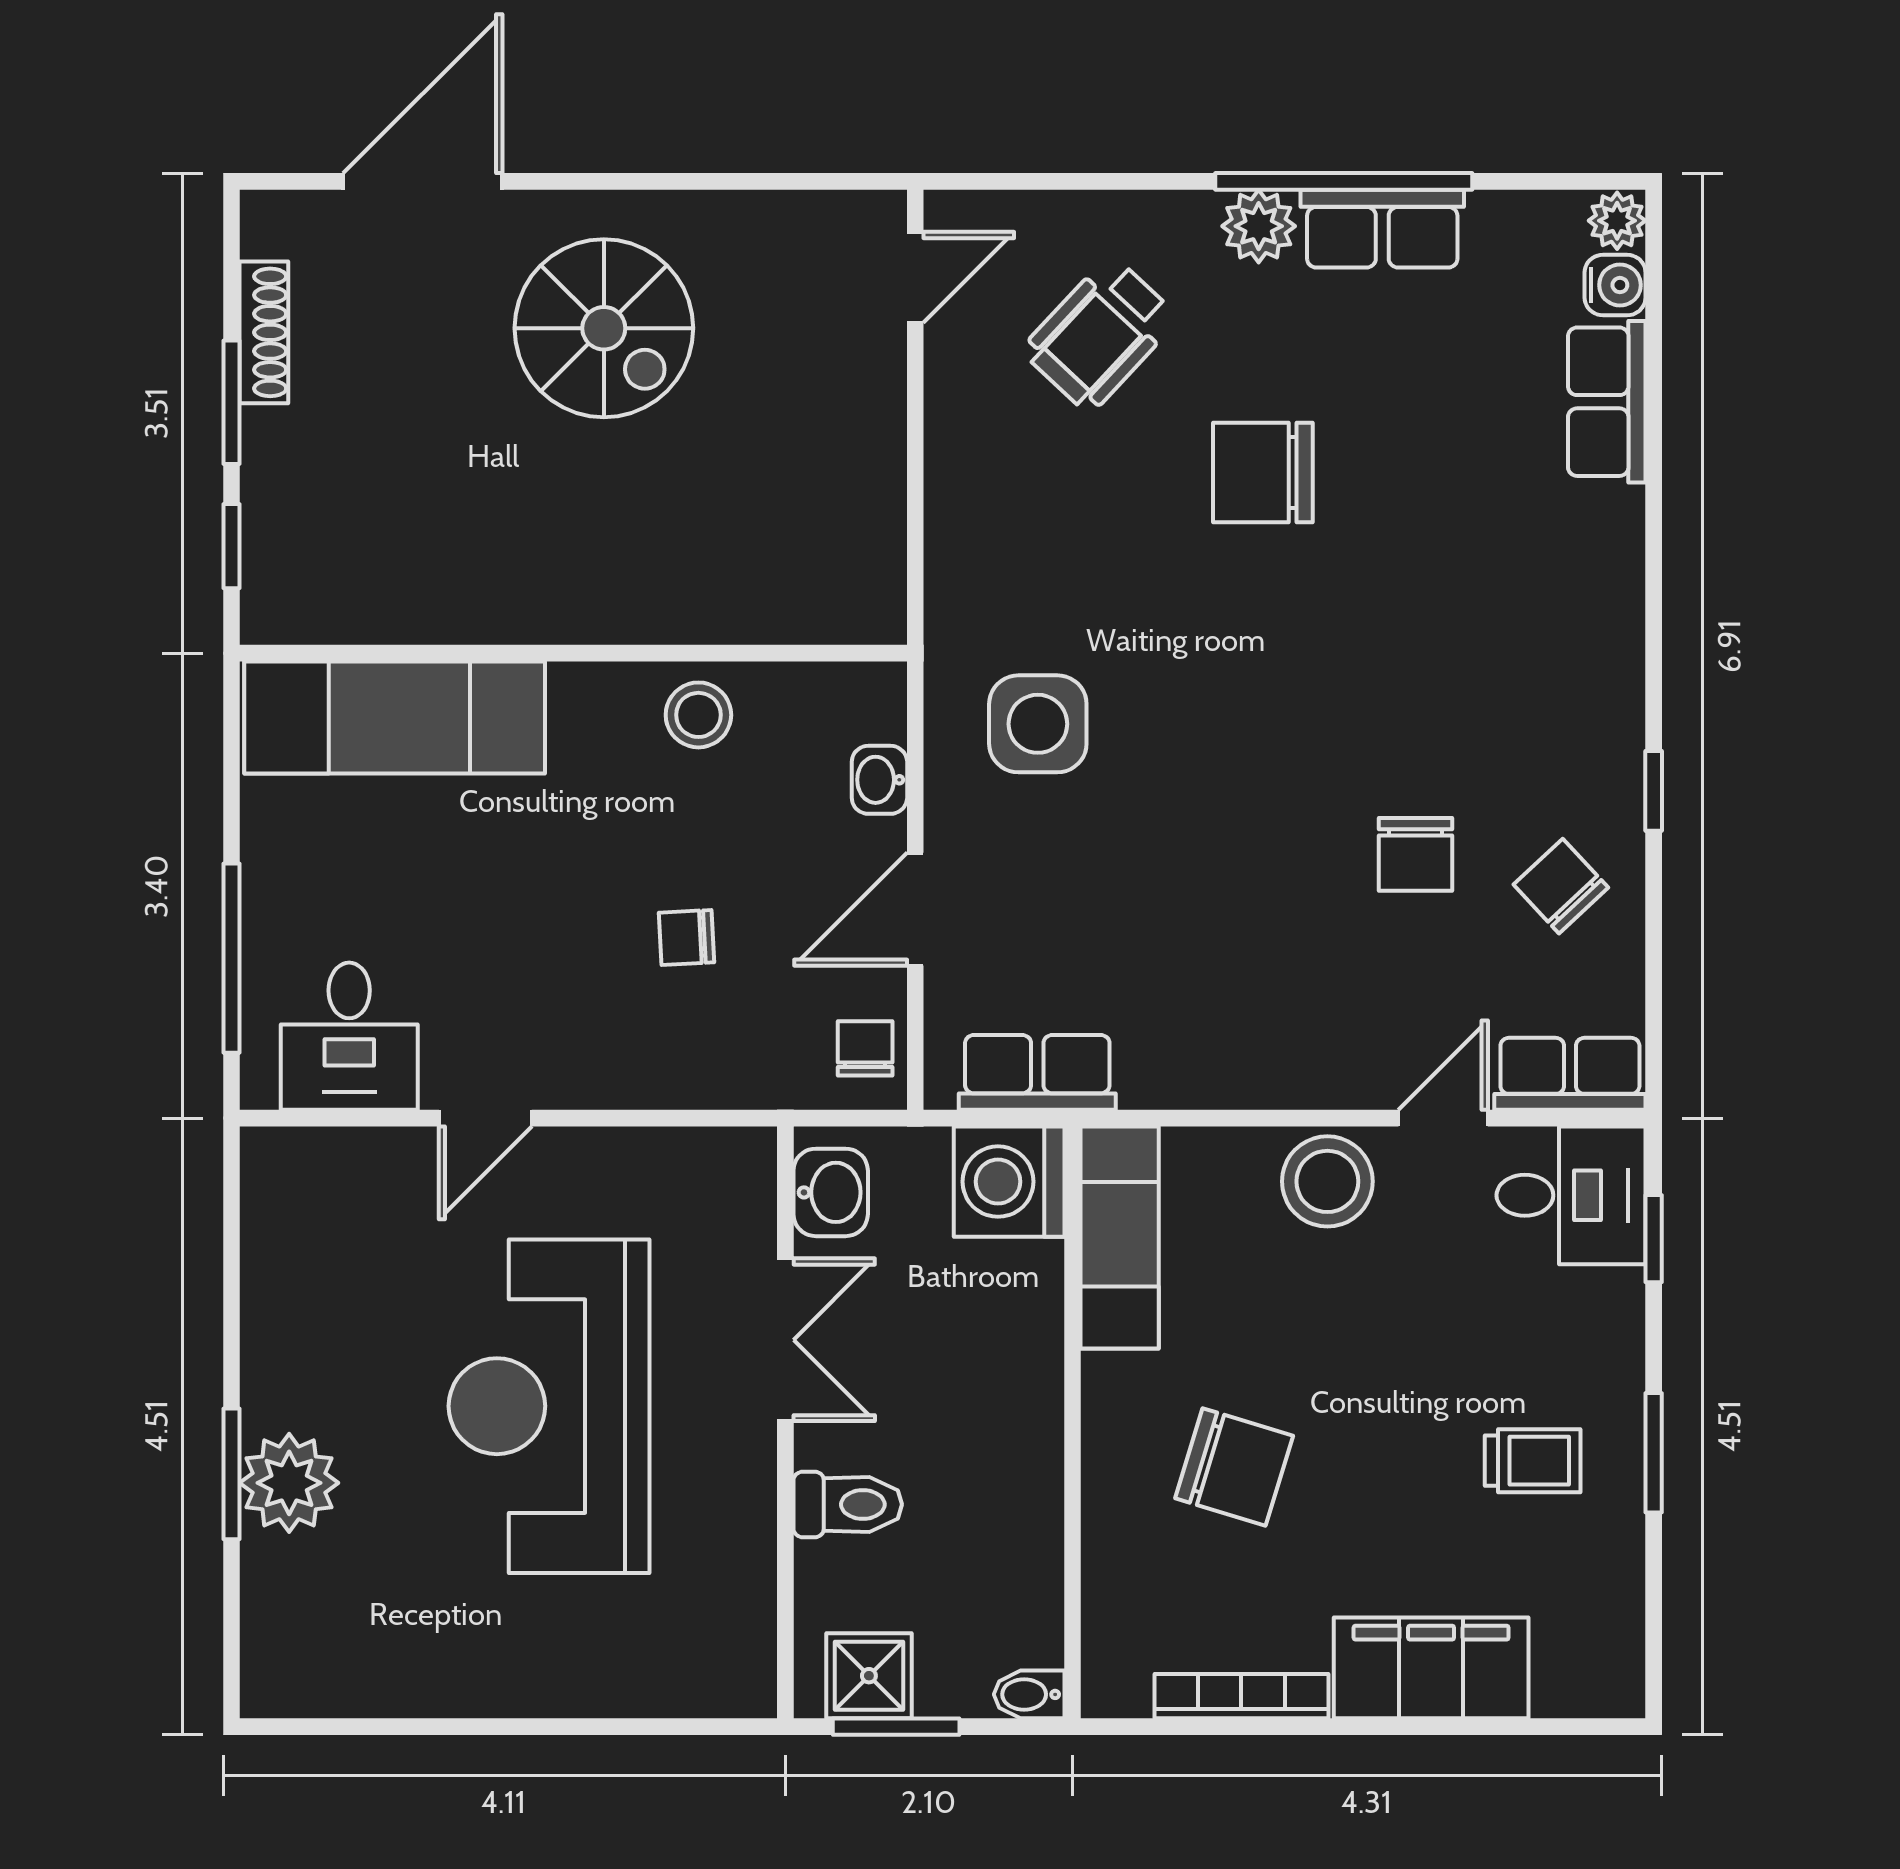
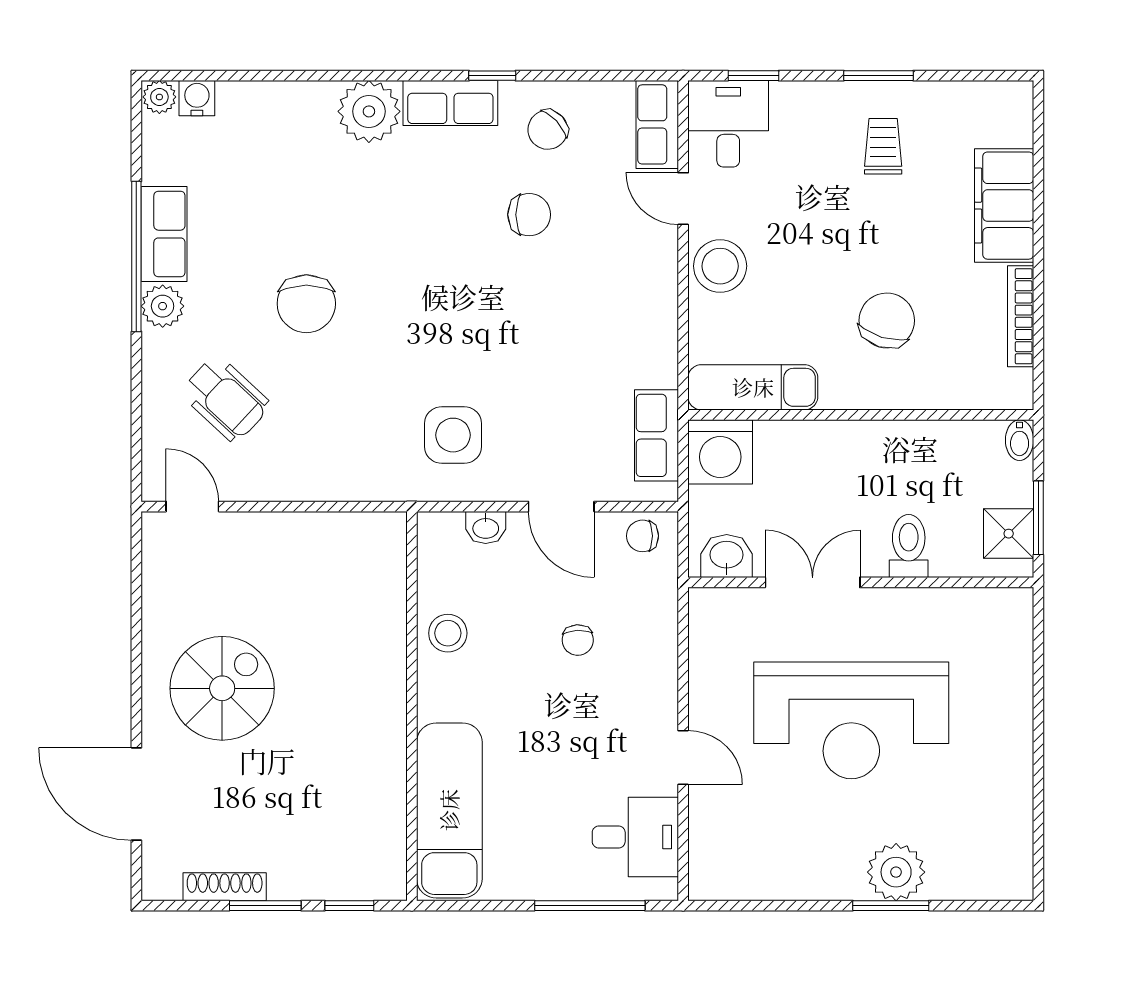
row of seats: (1607, 402) -> (450, 103), moved
plant: (1592, 580) -> (369, 111), added

